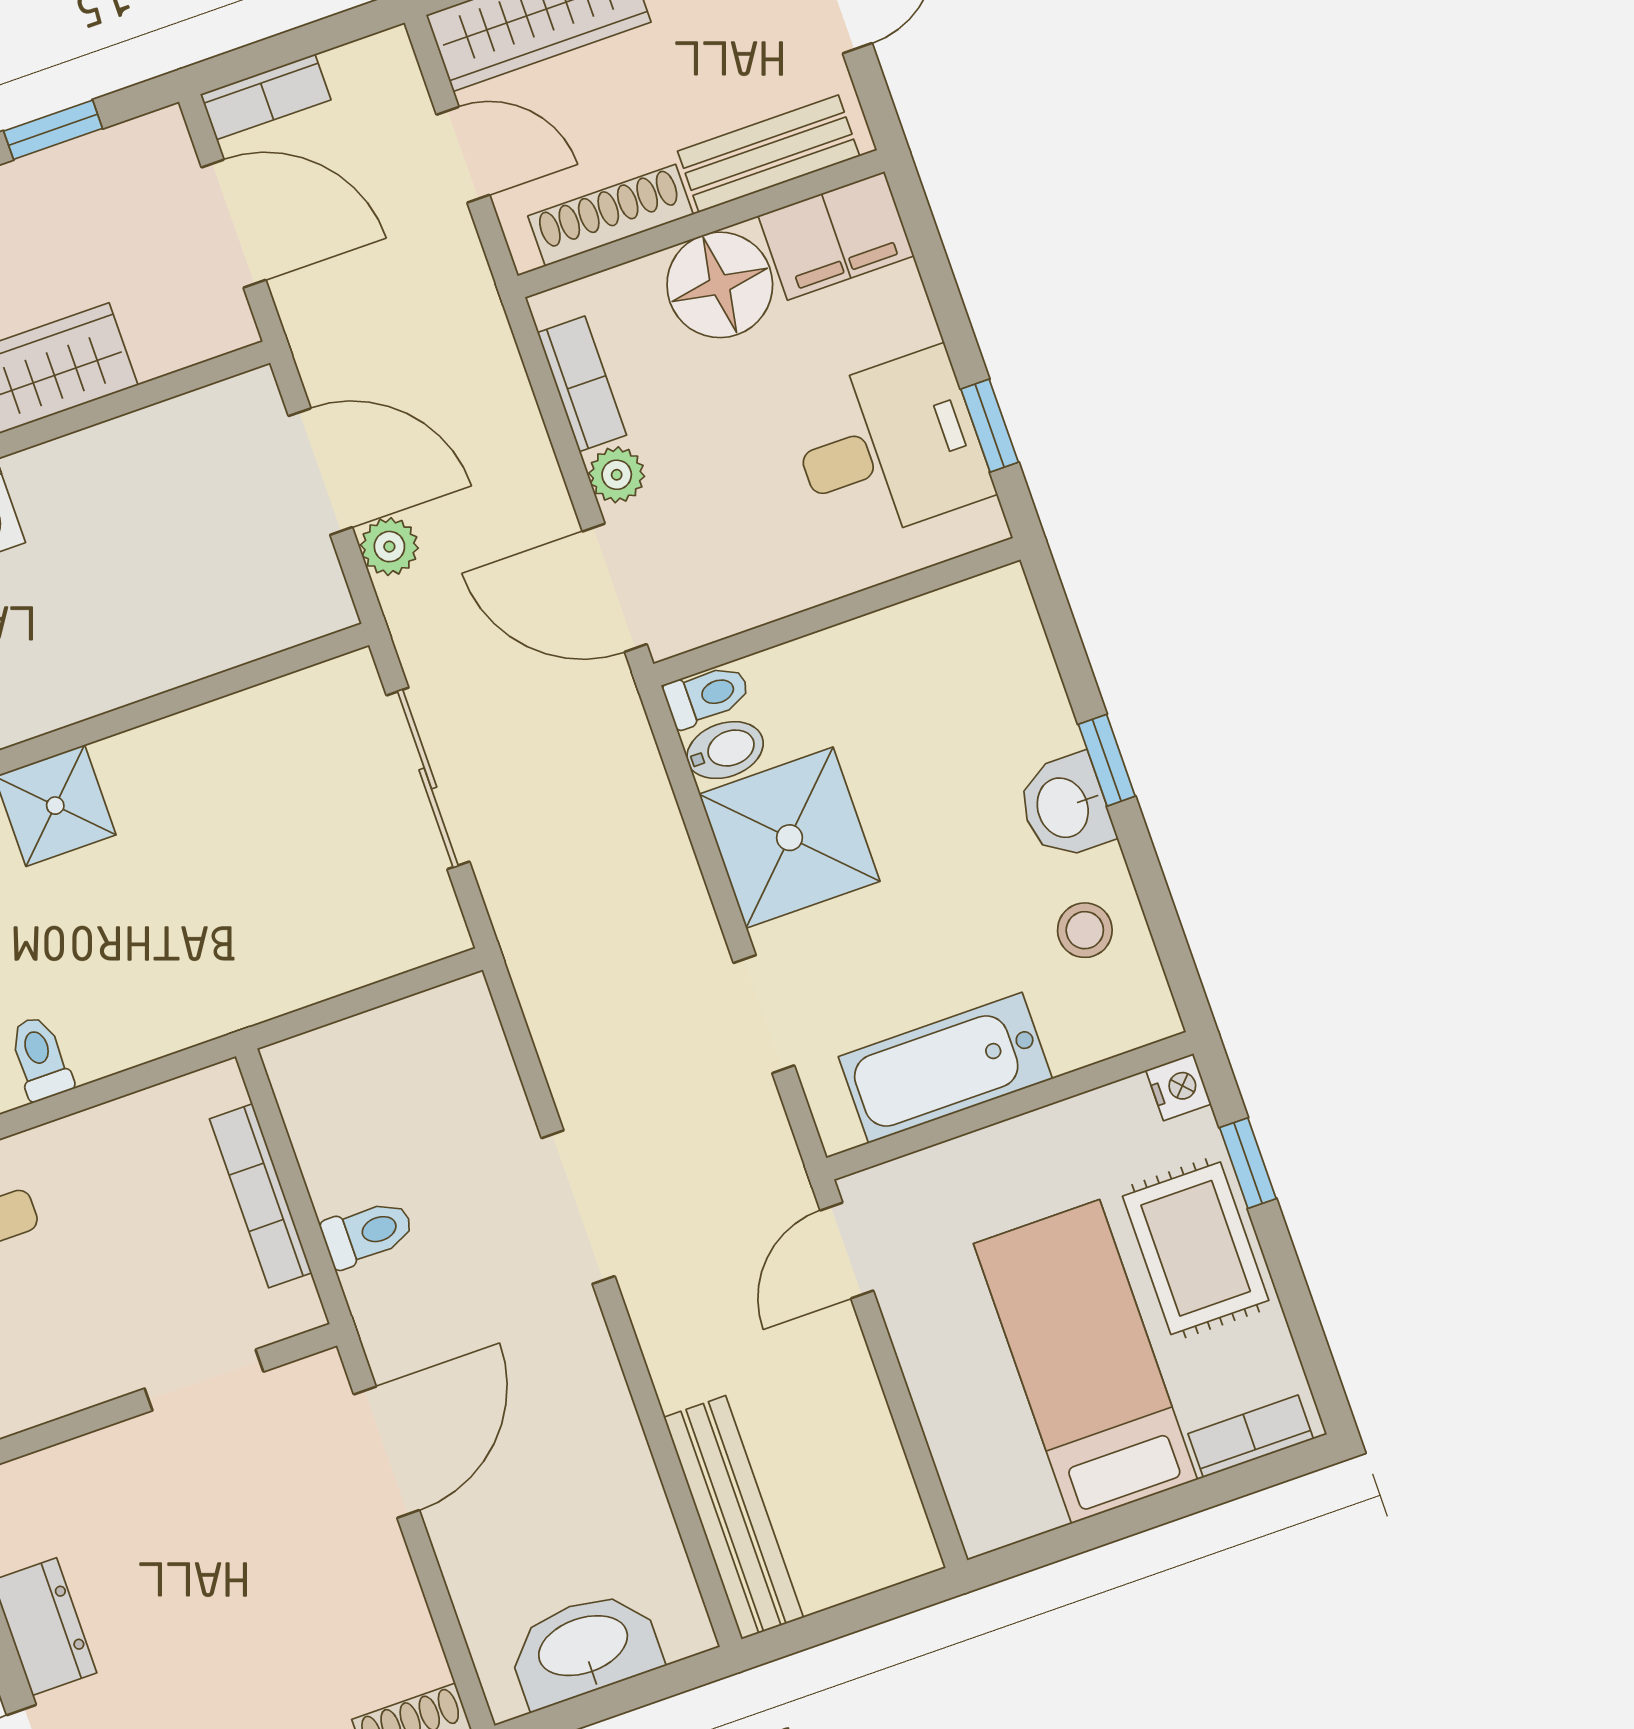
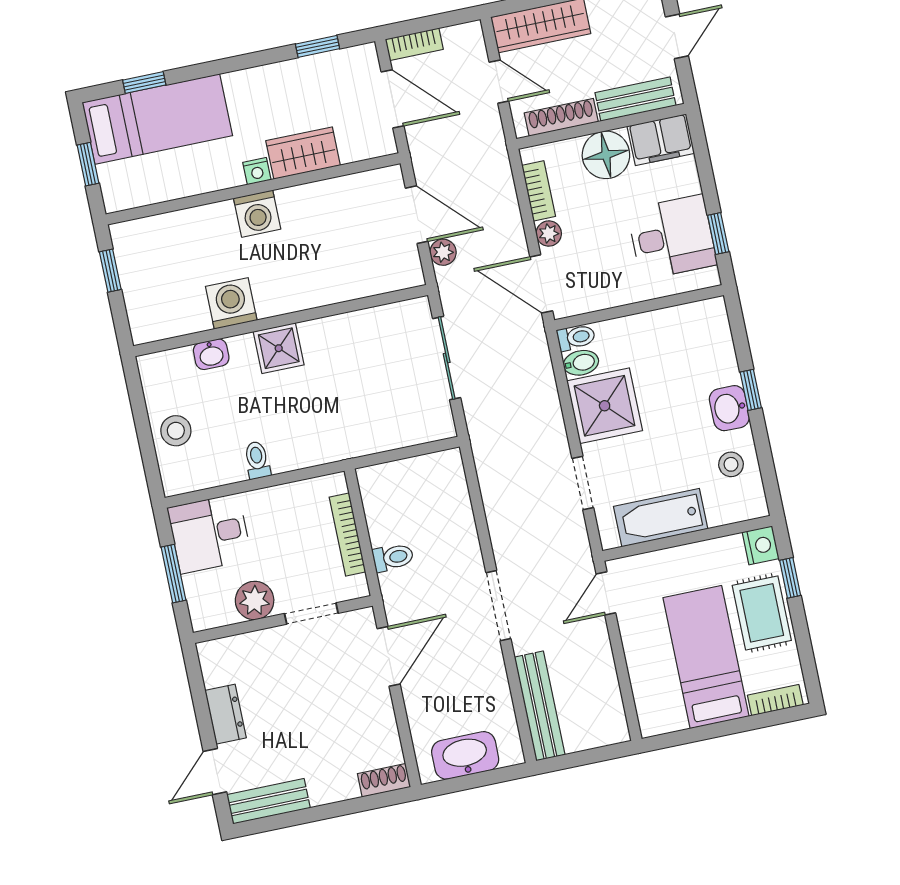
nightstand: (1179, 1087) -> (761, 545), width x1.39, depth x1.35
doorway: (578, 1207) -> (498, 606), moved
plant: (75, 1368) -> (255, 600), added

